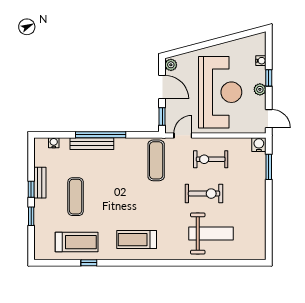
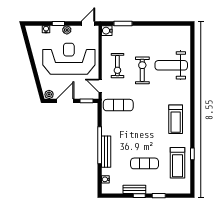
weight bench: (211, 233) -> (171, 65), turned -90
treadmill: (77, 242) -> (177, 163), turned 180

